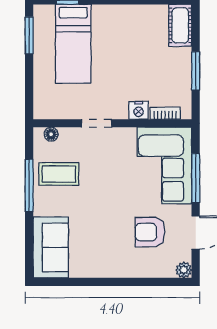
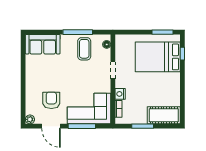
cot: (180, 25) -> (164, 115), width x1.37, depth x1.34
bed: (73, 44) -> (158, 57), width x1.50

